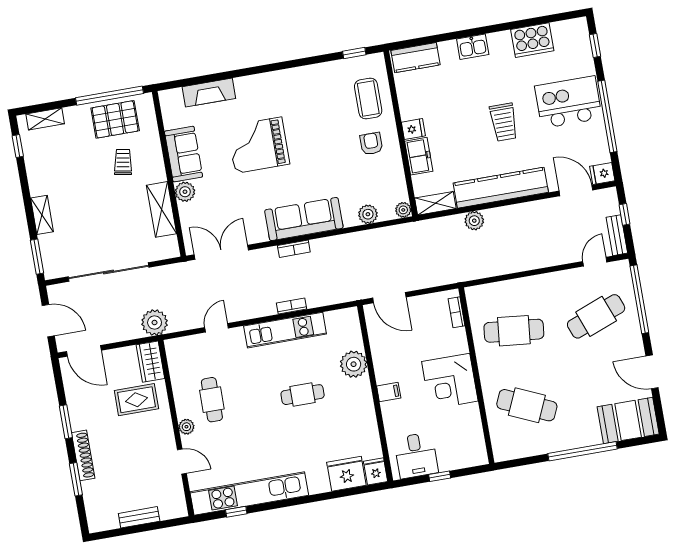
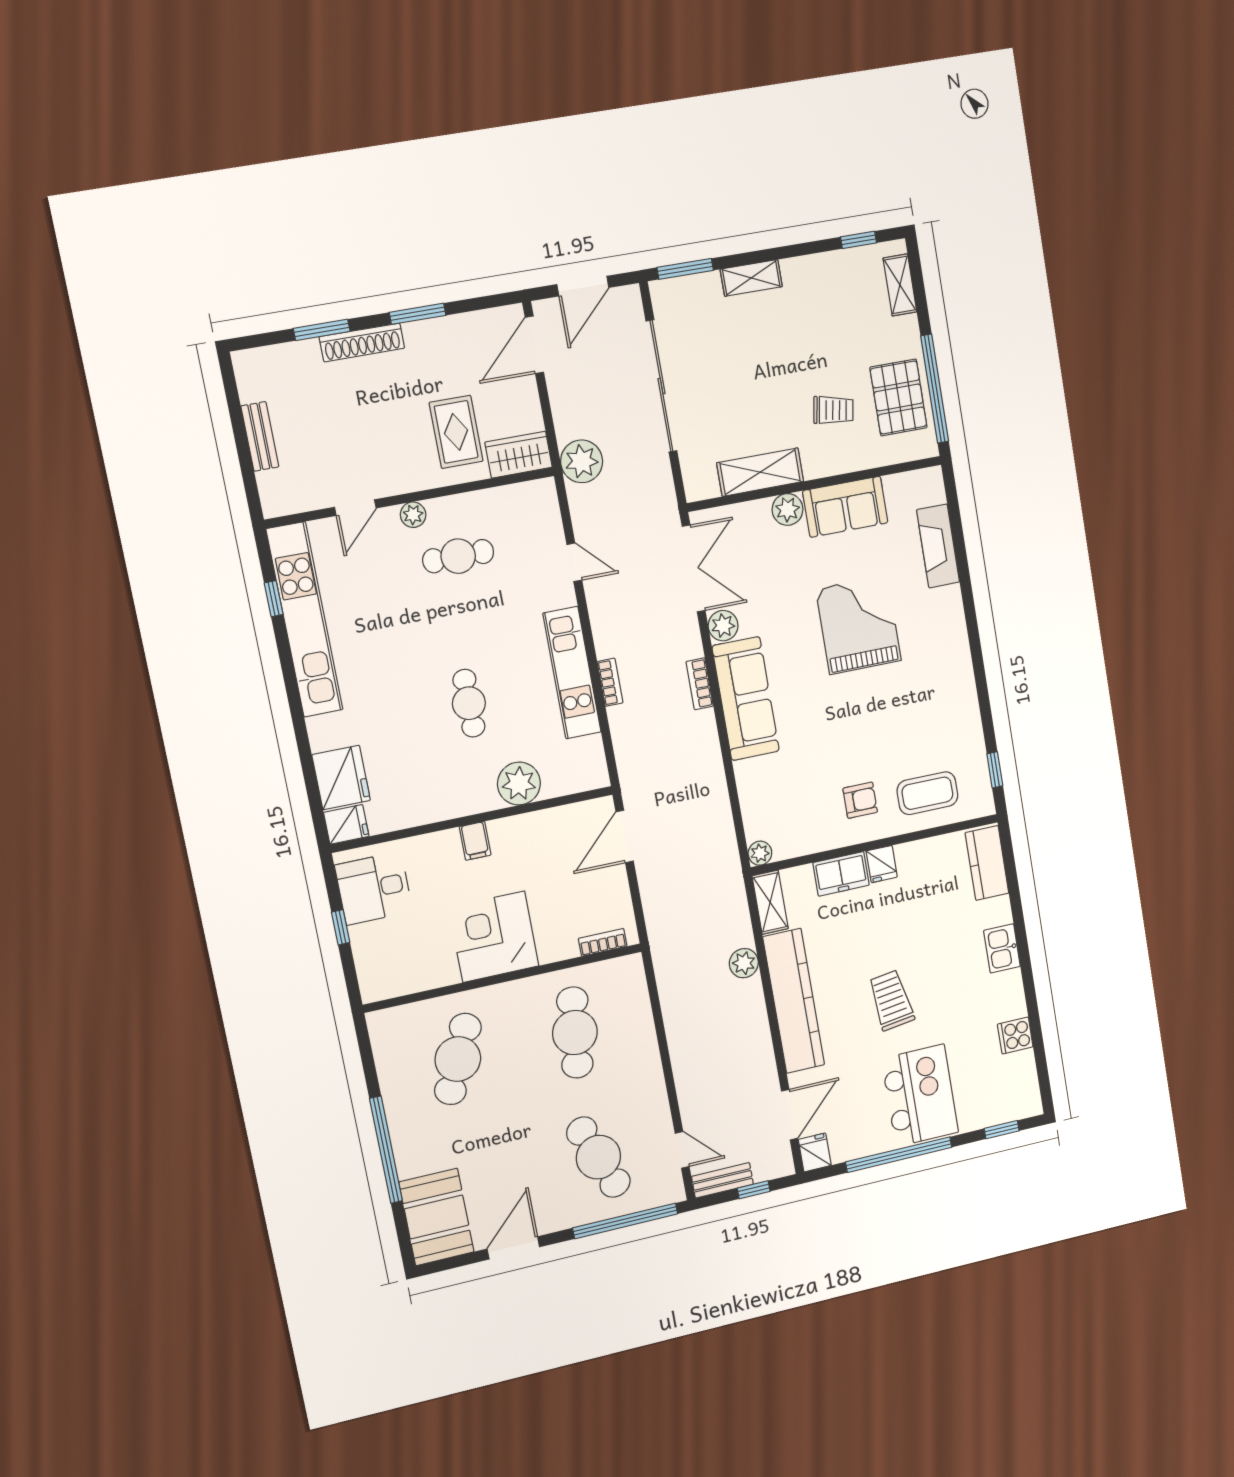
cooker: (532, 40) -> (1015, 1035), width x0.53, depth x0.76
trolley: (504, 122) -> (891, 1000), turned 82
plant: (368, 214) -> (723, 626), moved

